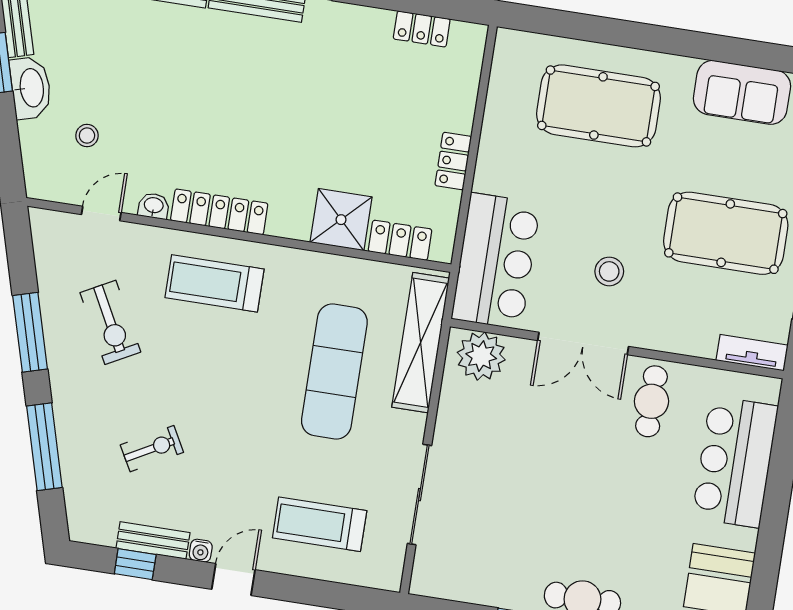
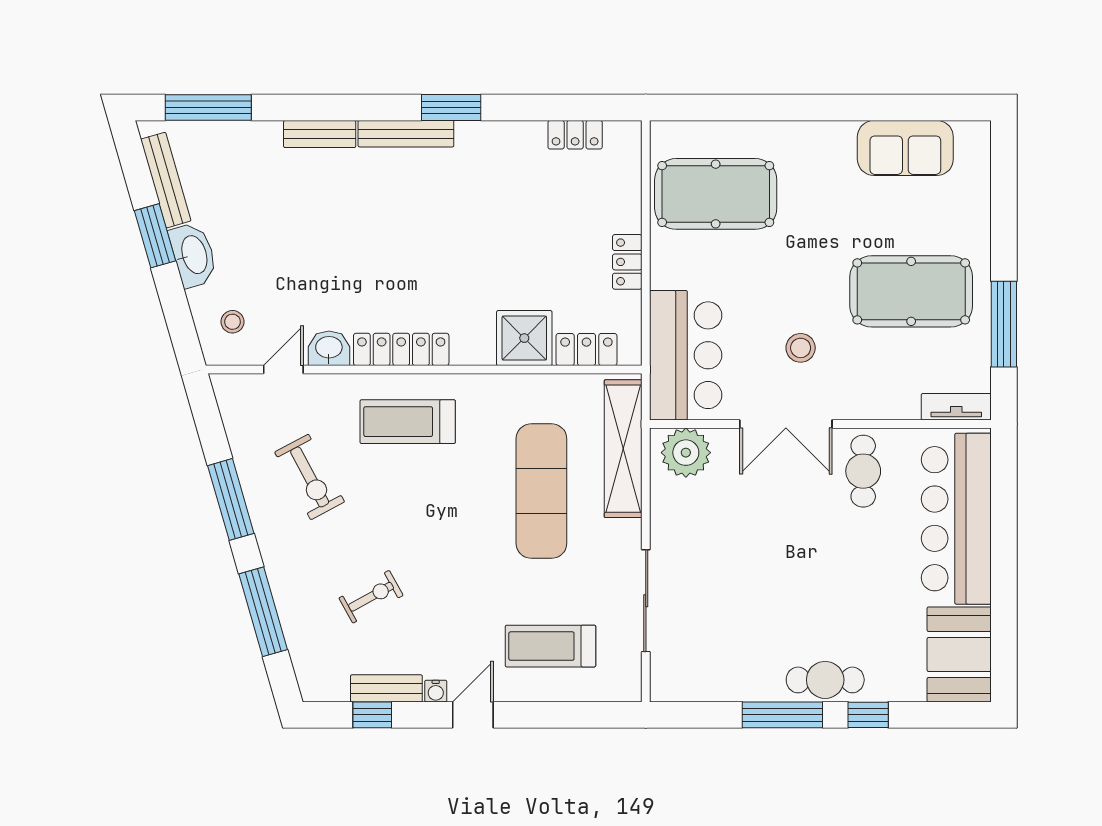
pool table: (598, 106) -> (716, 194), moved
stool: (87, 136) -> (232, 322), moved
washbasin: (154, 206) -> (329, 348), width x1.38, depth x1.45
bar counter: (735, 462) -> (956, 519), width x1.36

